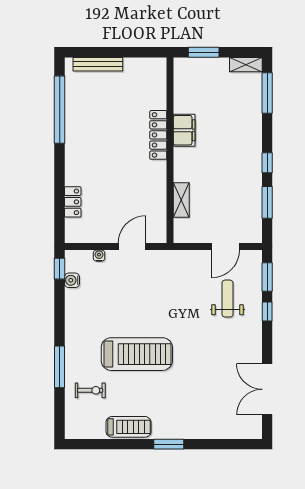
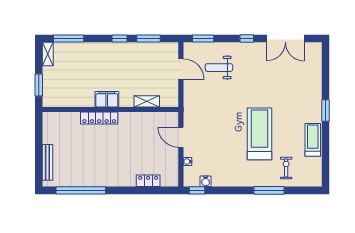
filing cabinet: (184, 130) -> (107, 99), moved
window: (267, 311) -> (247, 38), moved

